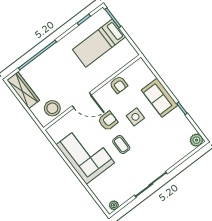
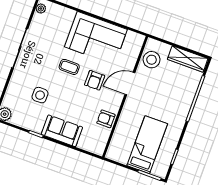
side table: (135, 117) -> (40, 95), moved

